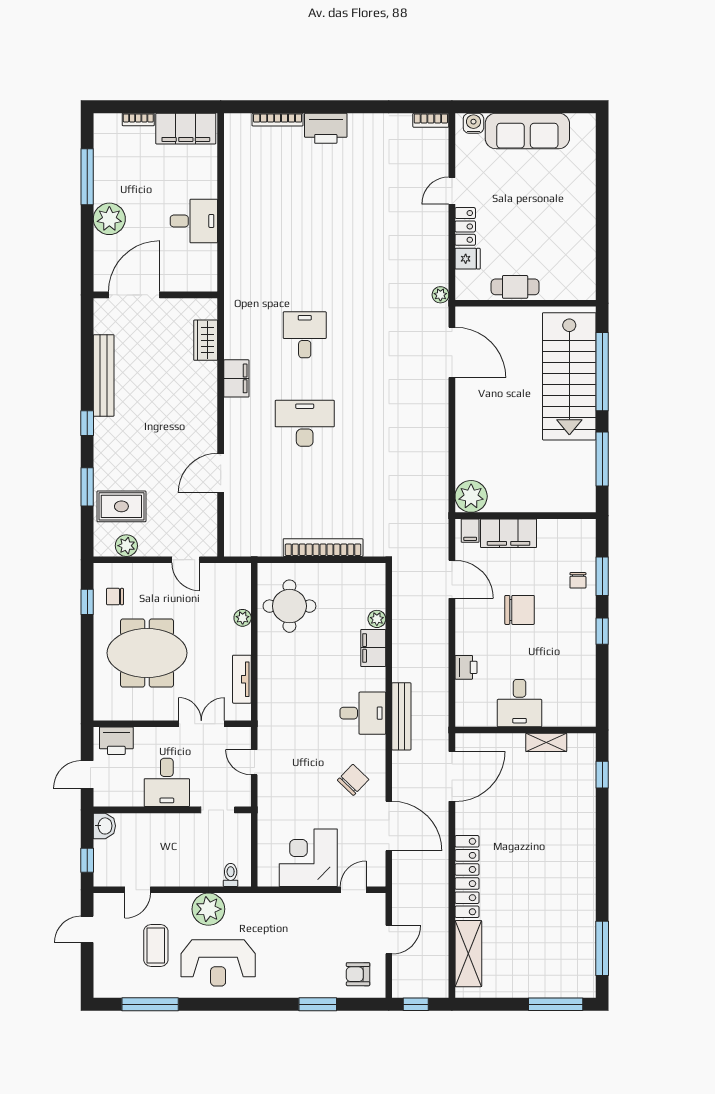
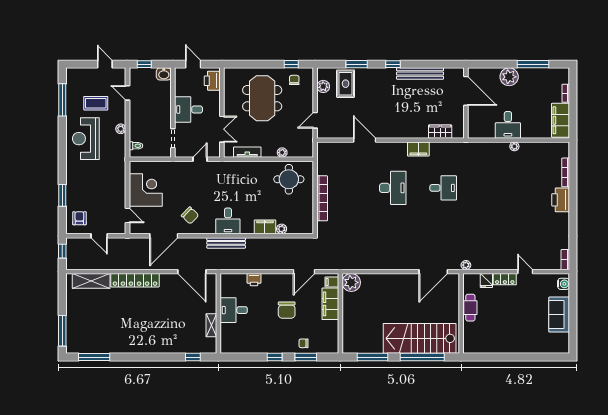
sofa: (527, 131) -> (559, 315), width x0.73
plant: (232, 210) -> (514, 146), added
plant: (208, 909) -> (121, 129), width x0.53, depth x0.53

